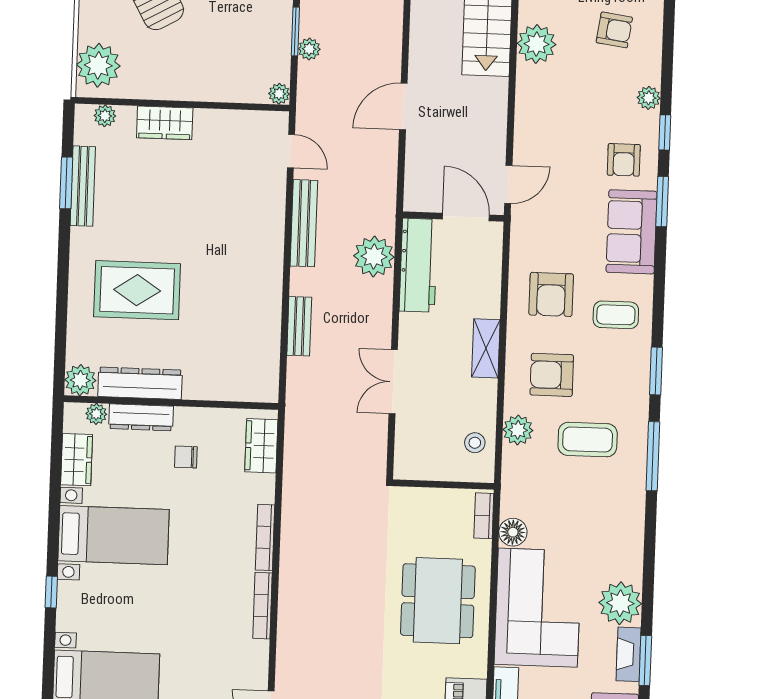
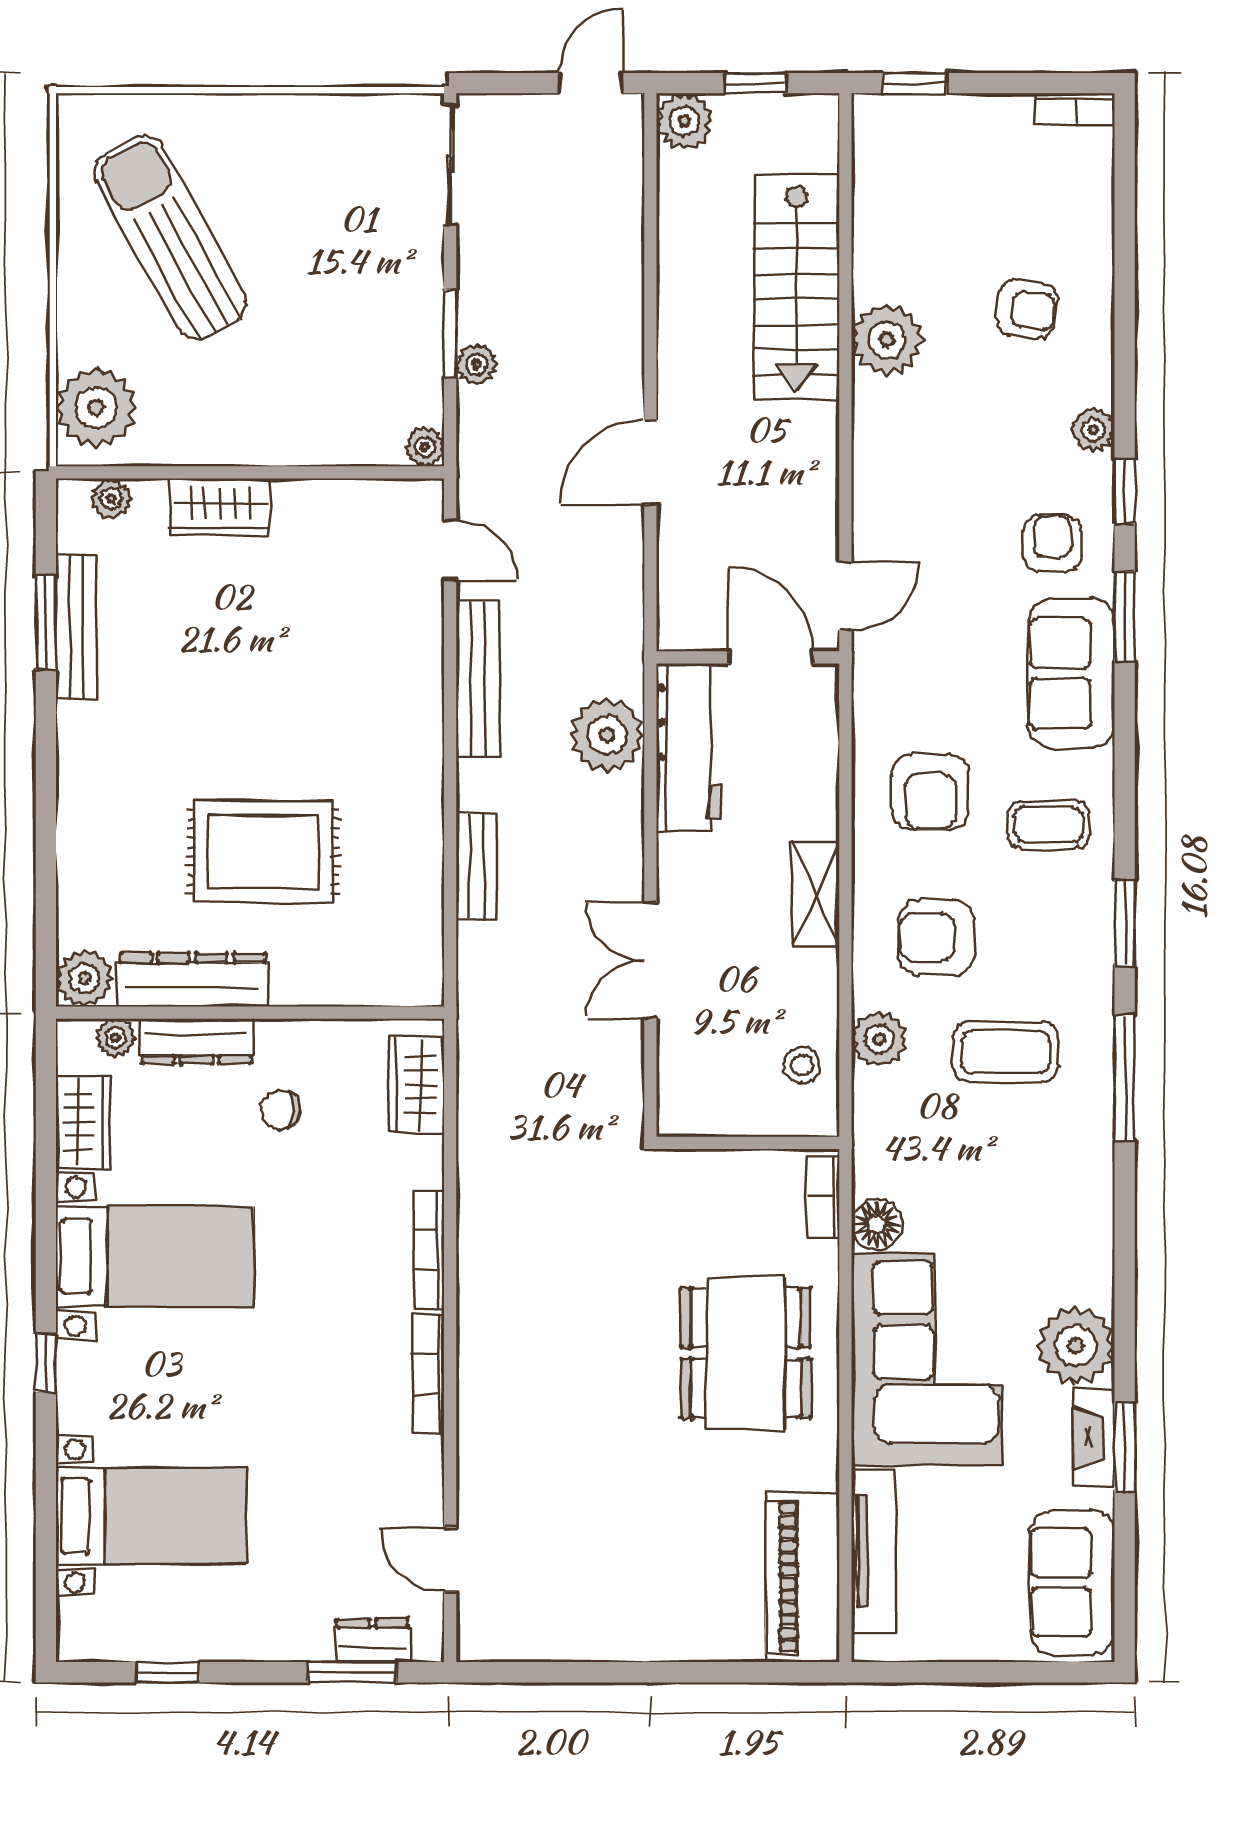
armchair: (624, 160) -> (1052, 544), turned 180
rug: (137, 290) -> (263, 852), moved

